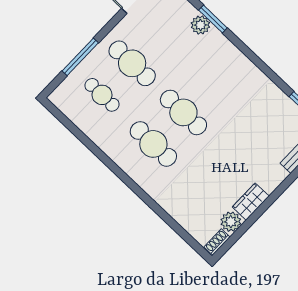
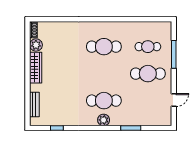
plant: (200, 25) -> (104, 120), moved
cafe table: (183, 112) -> (104, 101), moved
wardrobe: (251, 202) -> (36, 68), width x1.50

